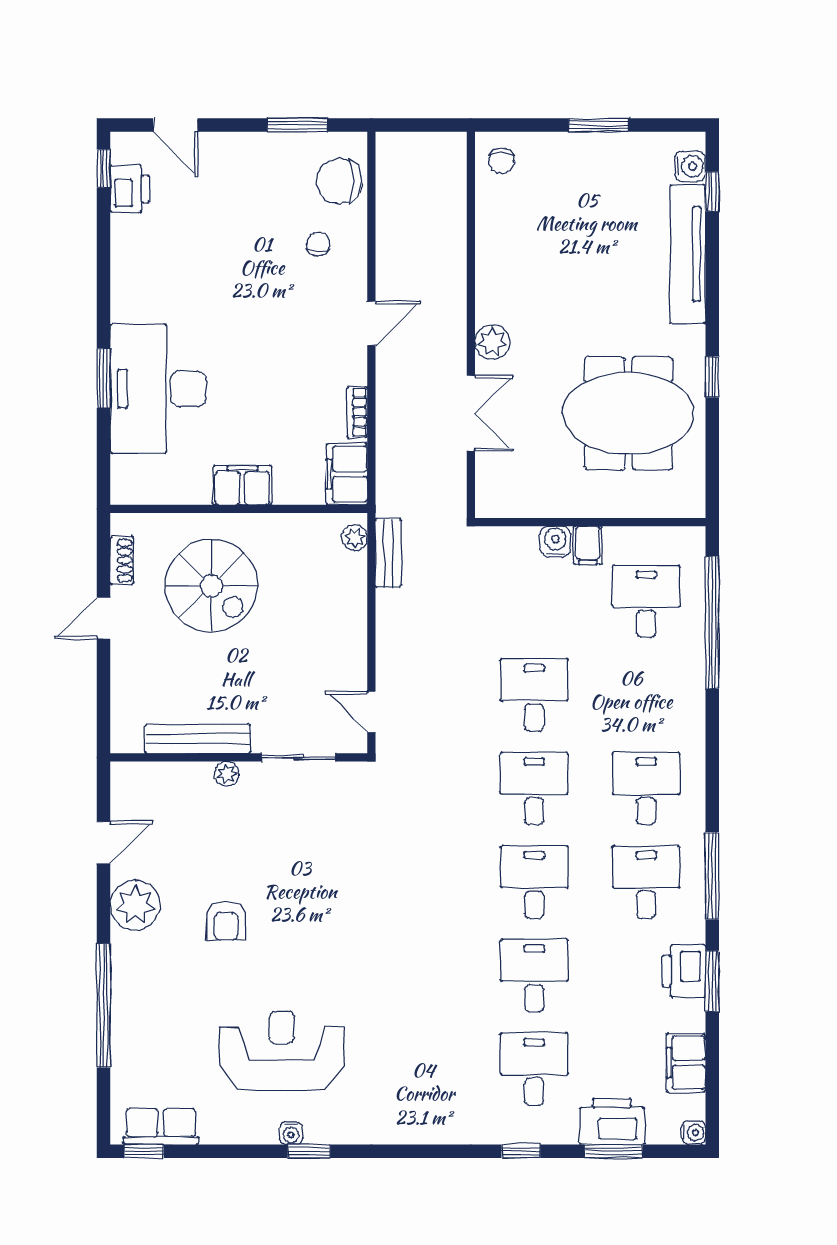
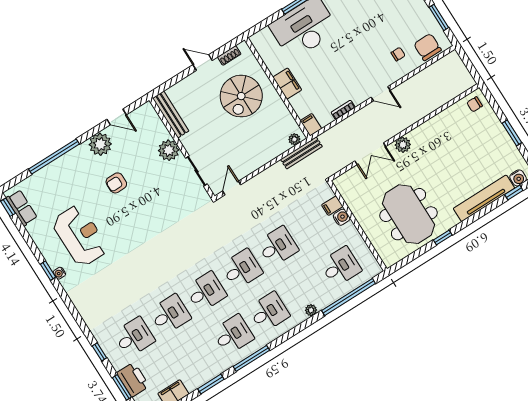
filing cabinet: (347, 474) -> (311, 125), width x0.50
filing cabinet: (588, 545) -> (332, 206), moved
bench: (388, 553) -> (301, 153), width x1.36
plant: (692, 708) -> (311, 310), added
bench: (198, 739) -> (171, 114), moved
plant: (227, 774) -> (169, 150), width x1.88, depth x1.88
printer: (684, 971) -> (208, 371), removed
water cooler: (291, 1133) -> (59, 273), moved

